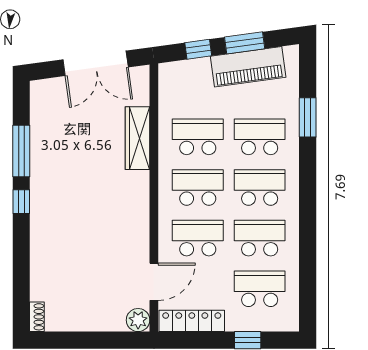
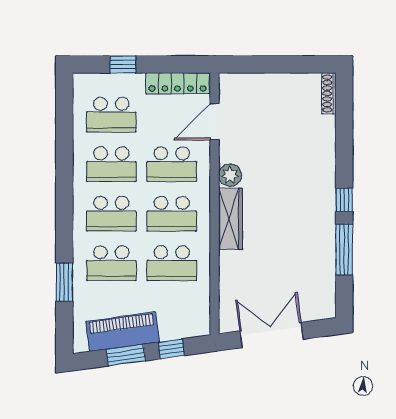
wardrobe: (138, 138) -> (231, 219), moved
shoe rack: (37, 317) -> (329, 93), width x1.43
plant: (138, 320) -> (230, 175), moved

